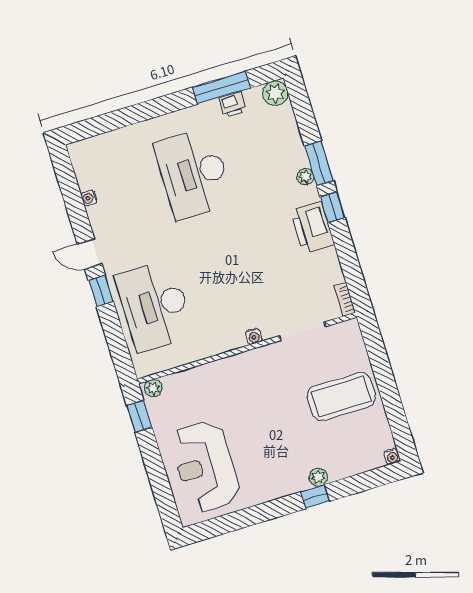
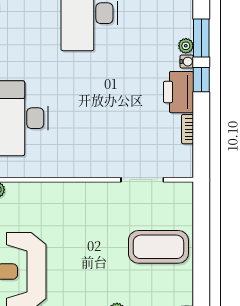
bookcase: (345, 299) -> (187, 129), moved
water cooler: (254, 336) -> (187, 62), moved, turned -90

